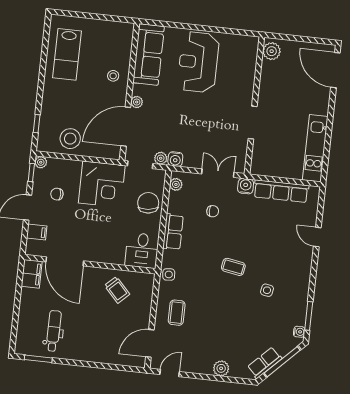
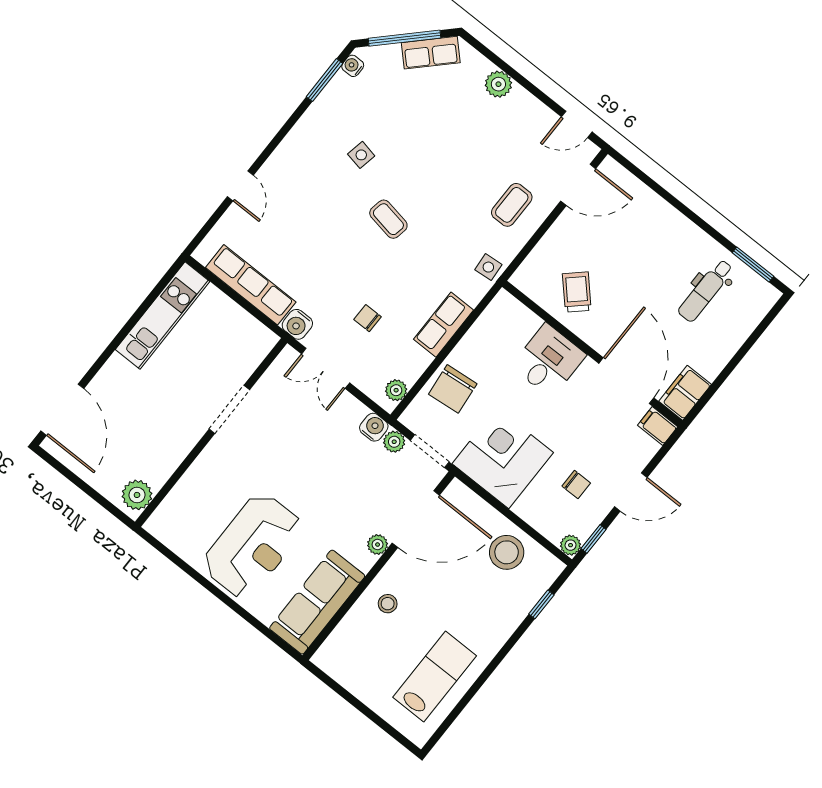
filing cabinet: (37, 232) -> (658, 426), moved
desk: (142, 250) -> (548, 361), moved

